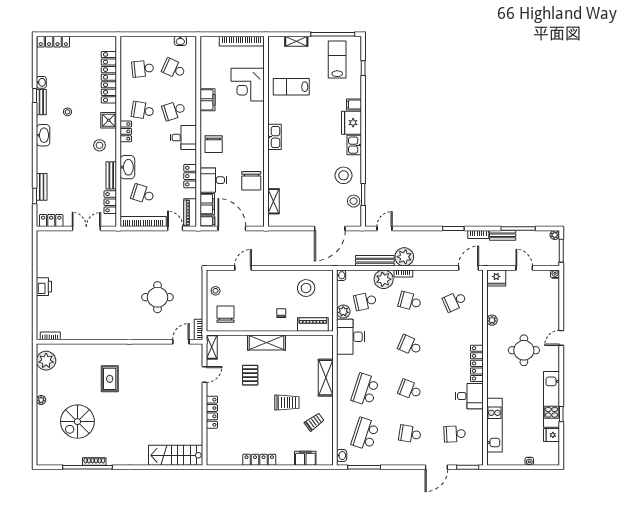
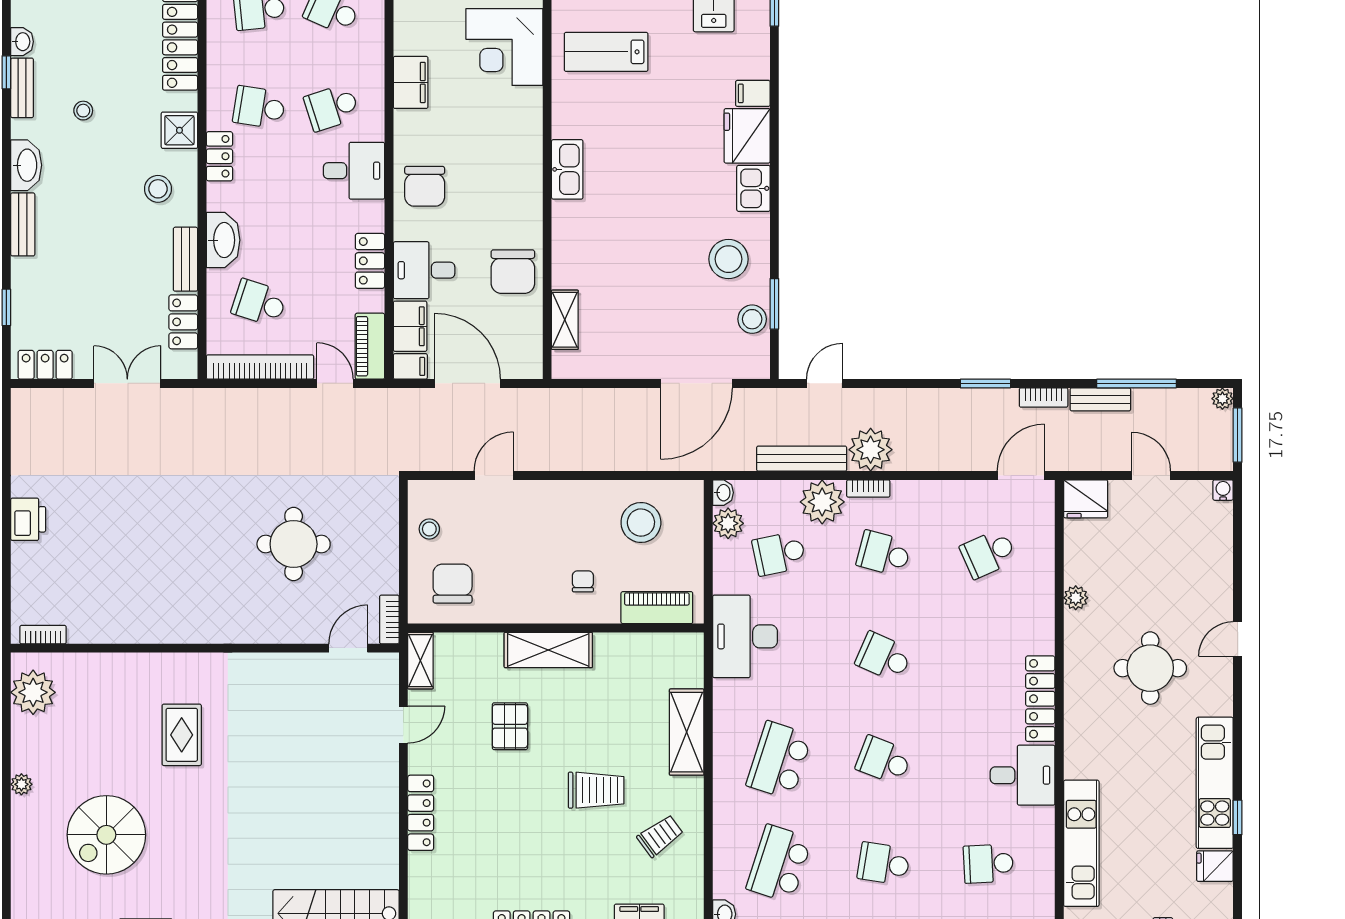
bench: (42, 187) -> (23, 224), moved
plant: (343, 311) -> (728, 523), moved

